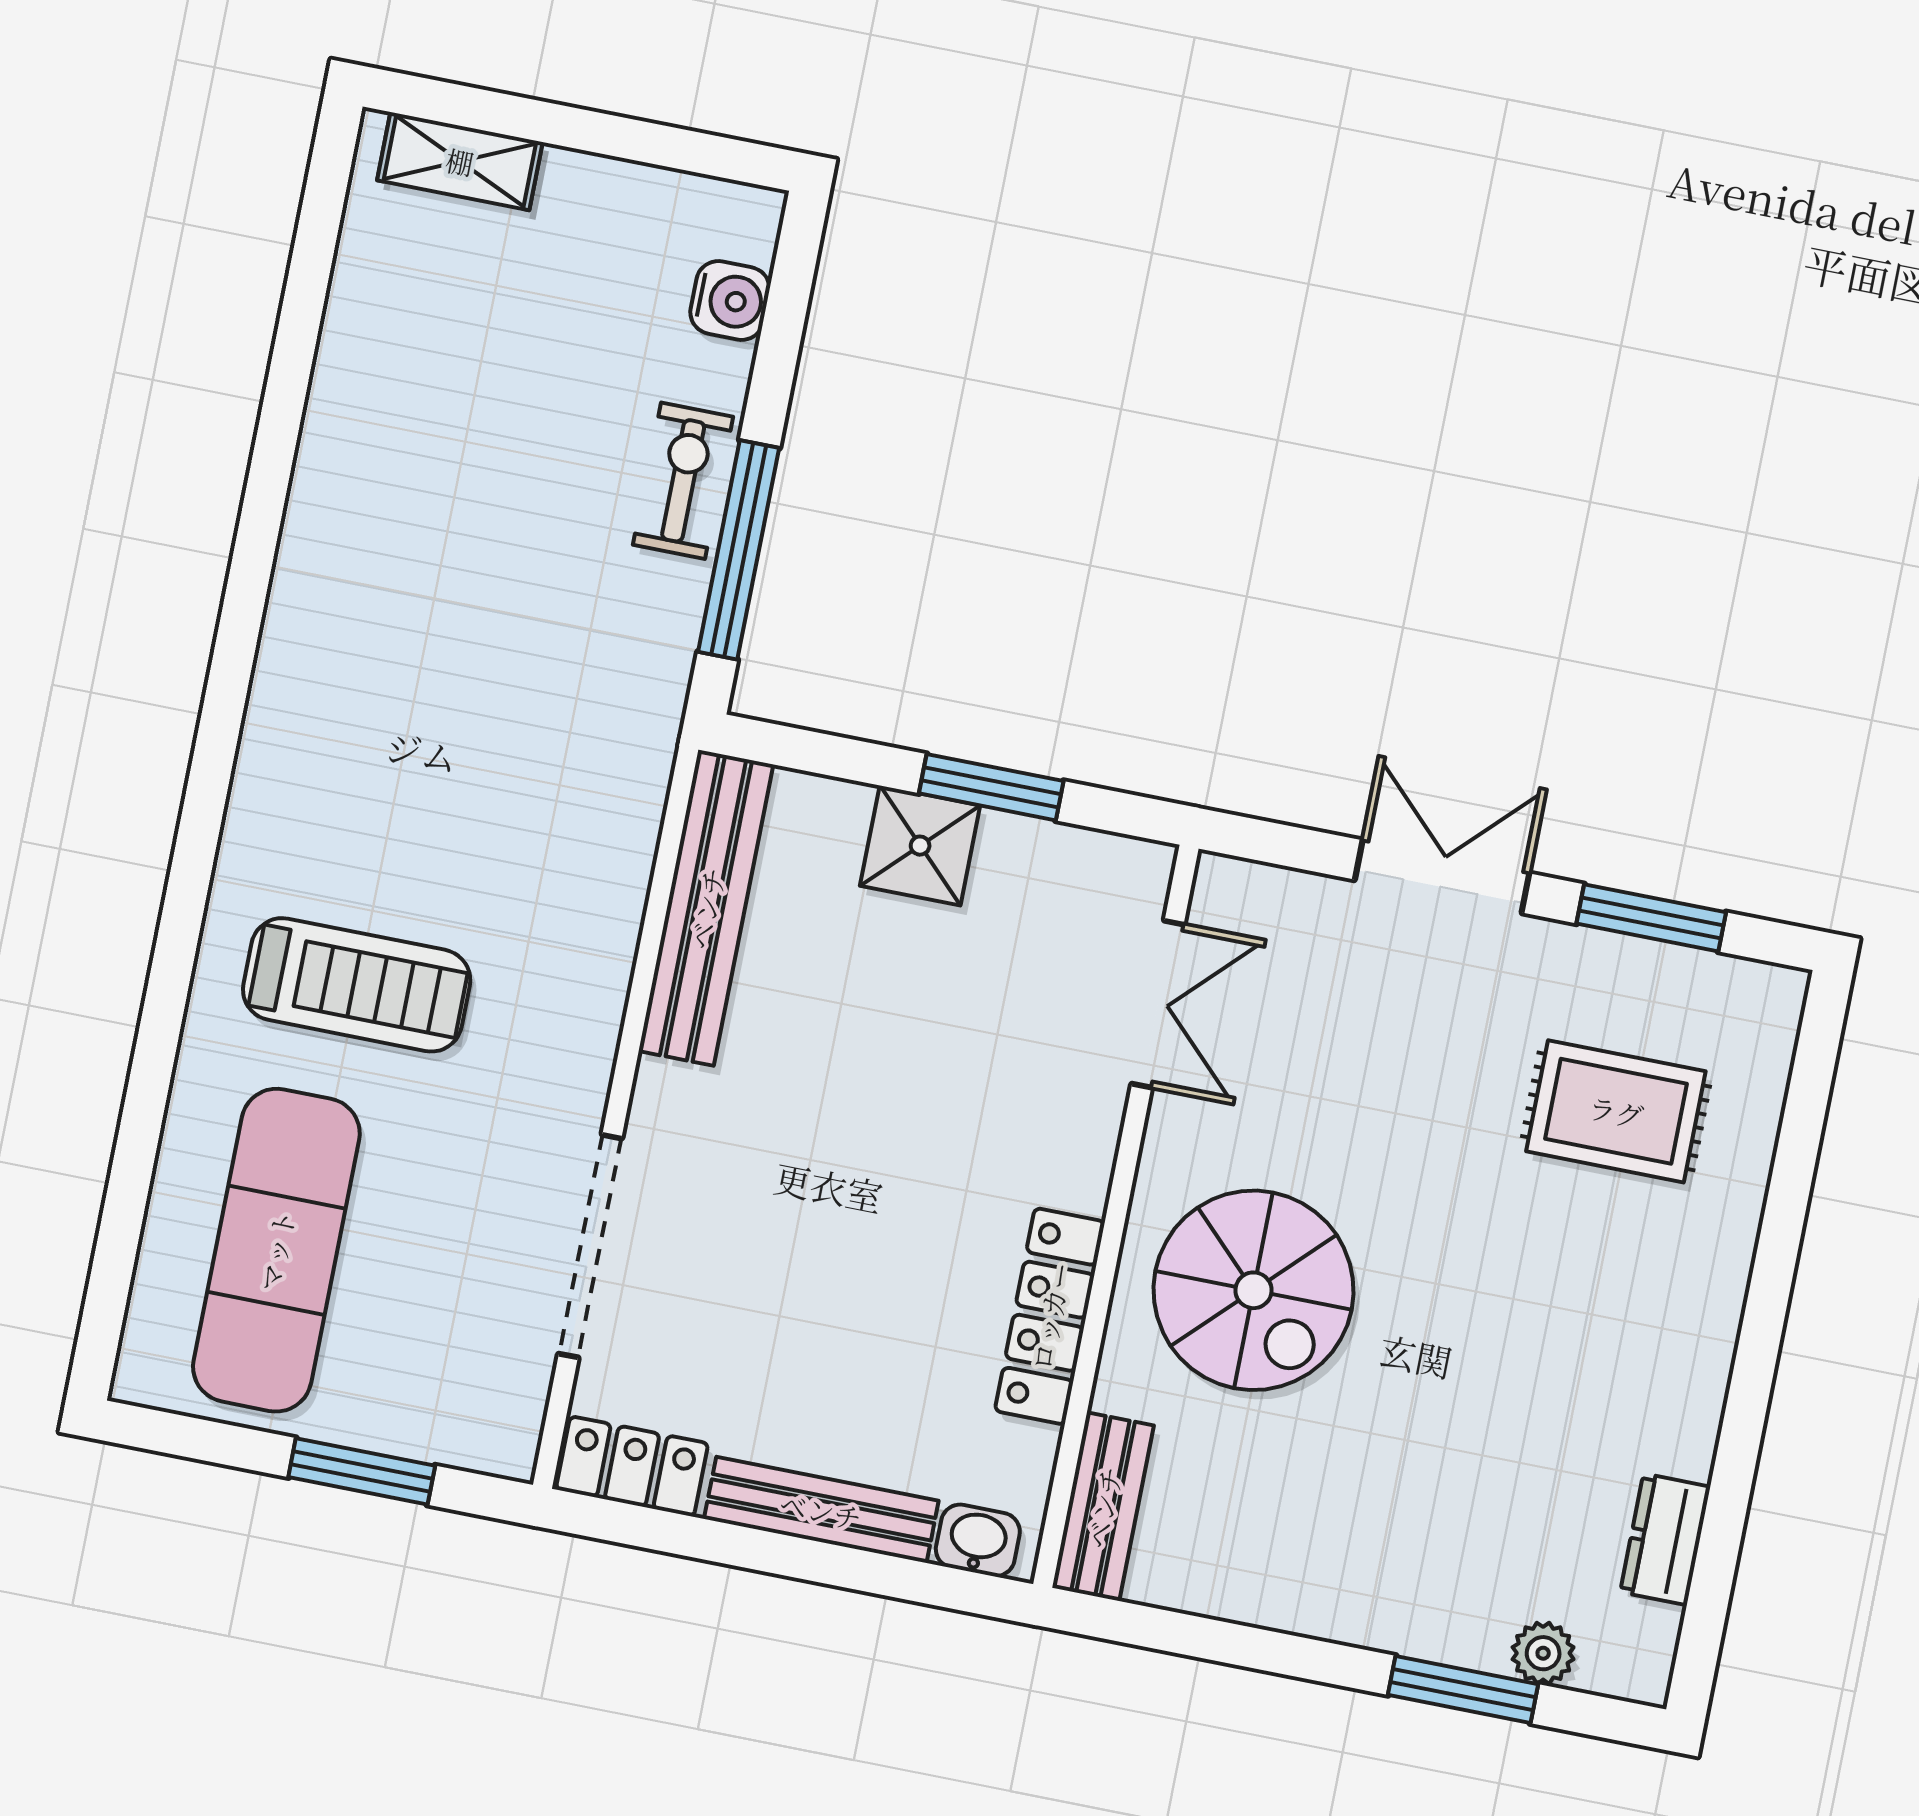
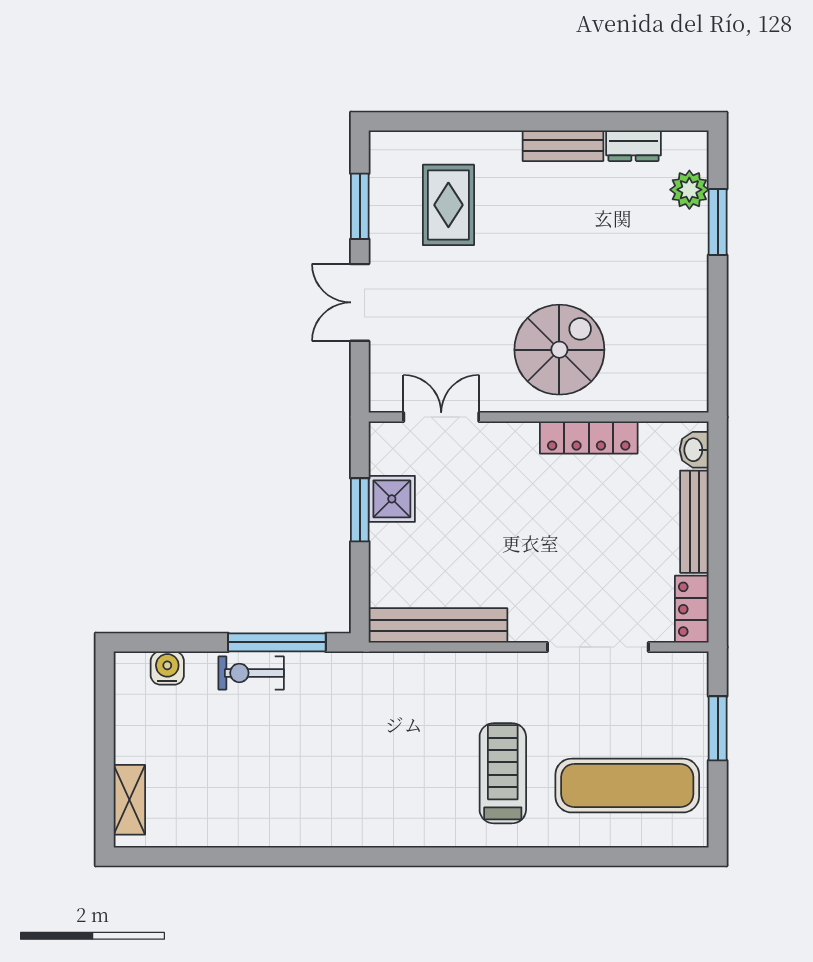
shower: (920, 846) -> (392, 499), moved
bench: (1103, 1507) -> (563, 146), moved
plant: (1543, 1653) -> (689, 190), width x1.38, depth x1.38

